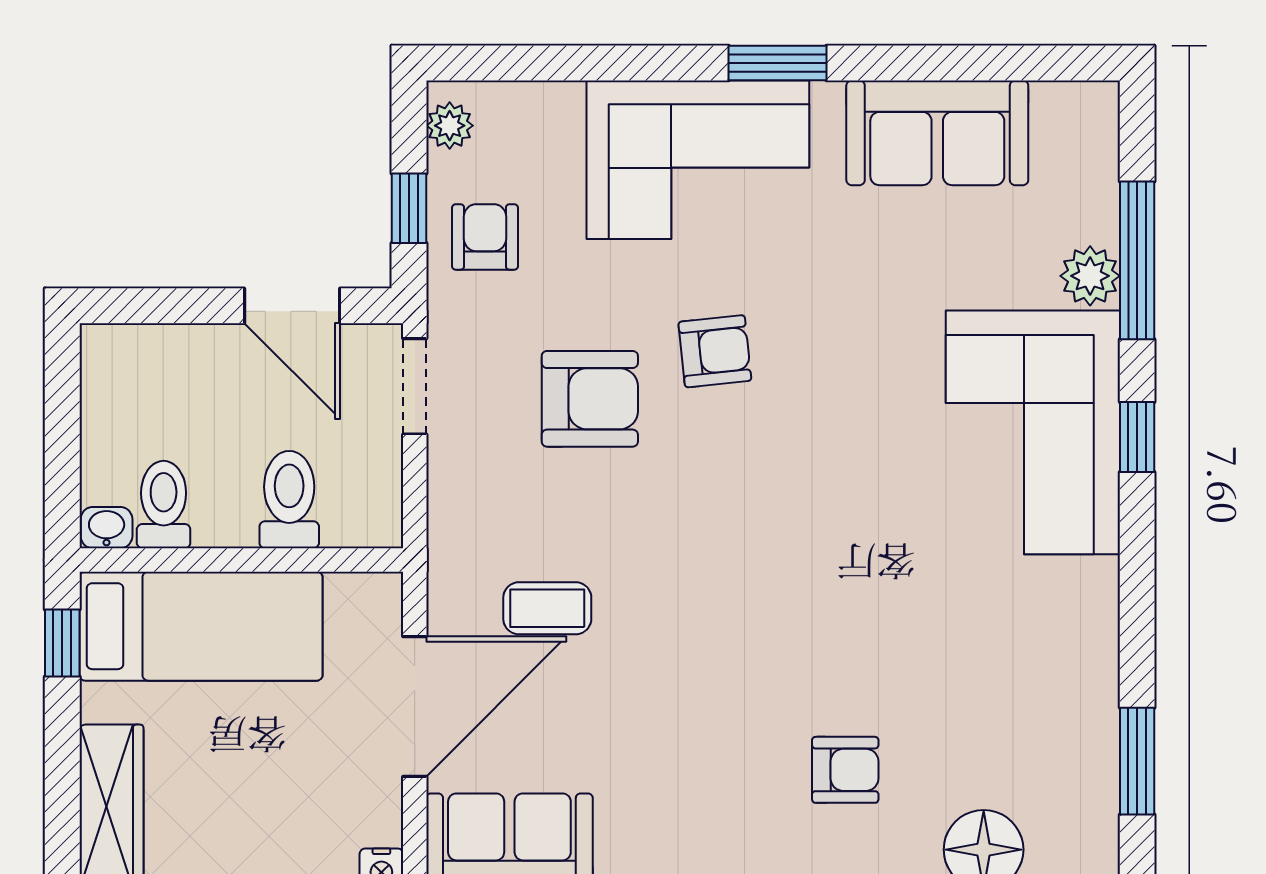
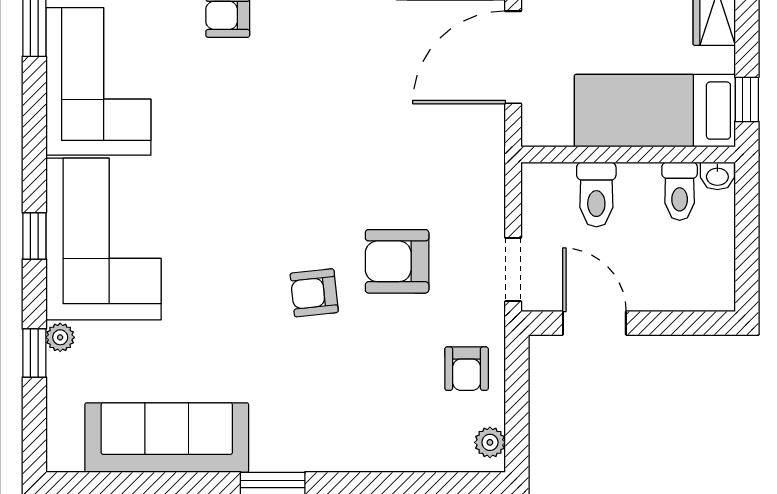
sofa: (937, 133) -> (167, 438), width x1.36
corner sofa: (698, 160) -> (98, 81), moved, turned 90
window: (409, 208) -> (517, 388), removed
window: (1137, 260) -> (34, 353), width x0.46
plant: (1090, 276) -> (60, 337), width x0.73, depth x0.73
coffee table: (547, 608) -> (425, 122), removed

